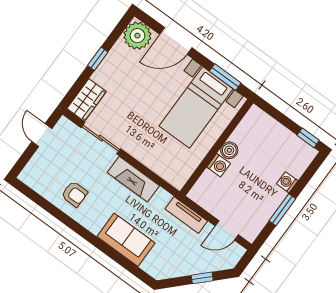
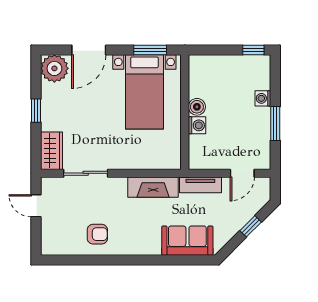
fireplace: (133, 179) -> (153, 187), moved
sofa: (126, 240) -> (187, 241), moved

